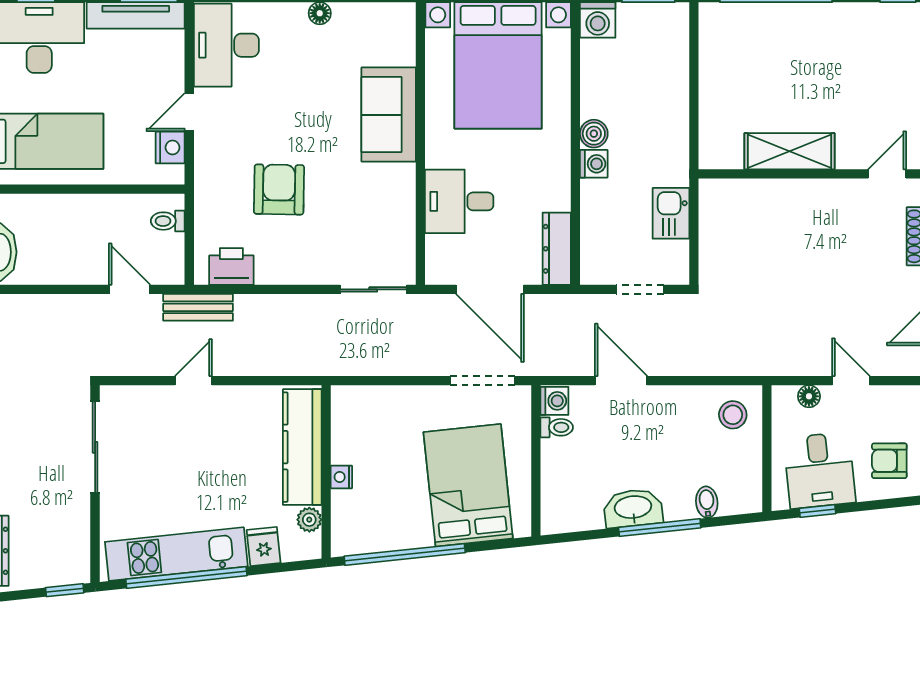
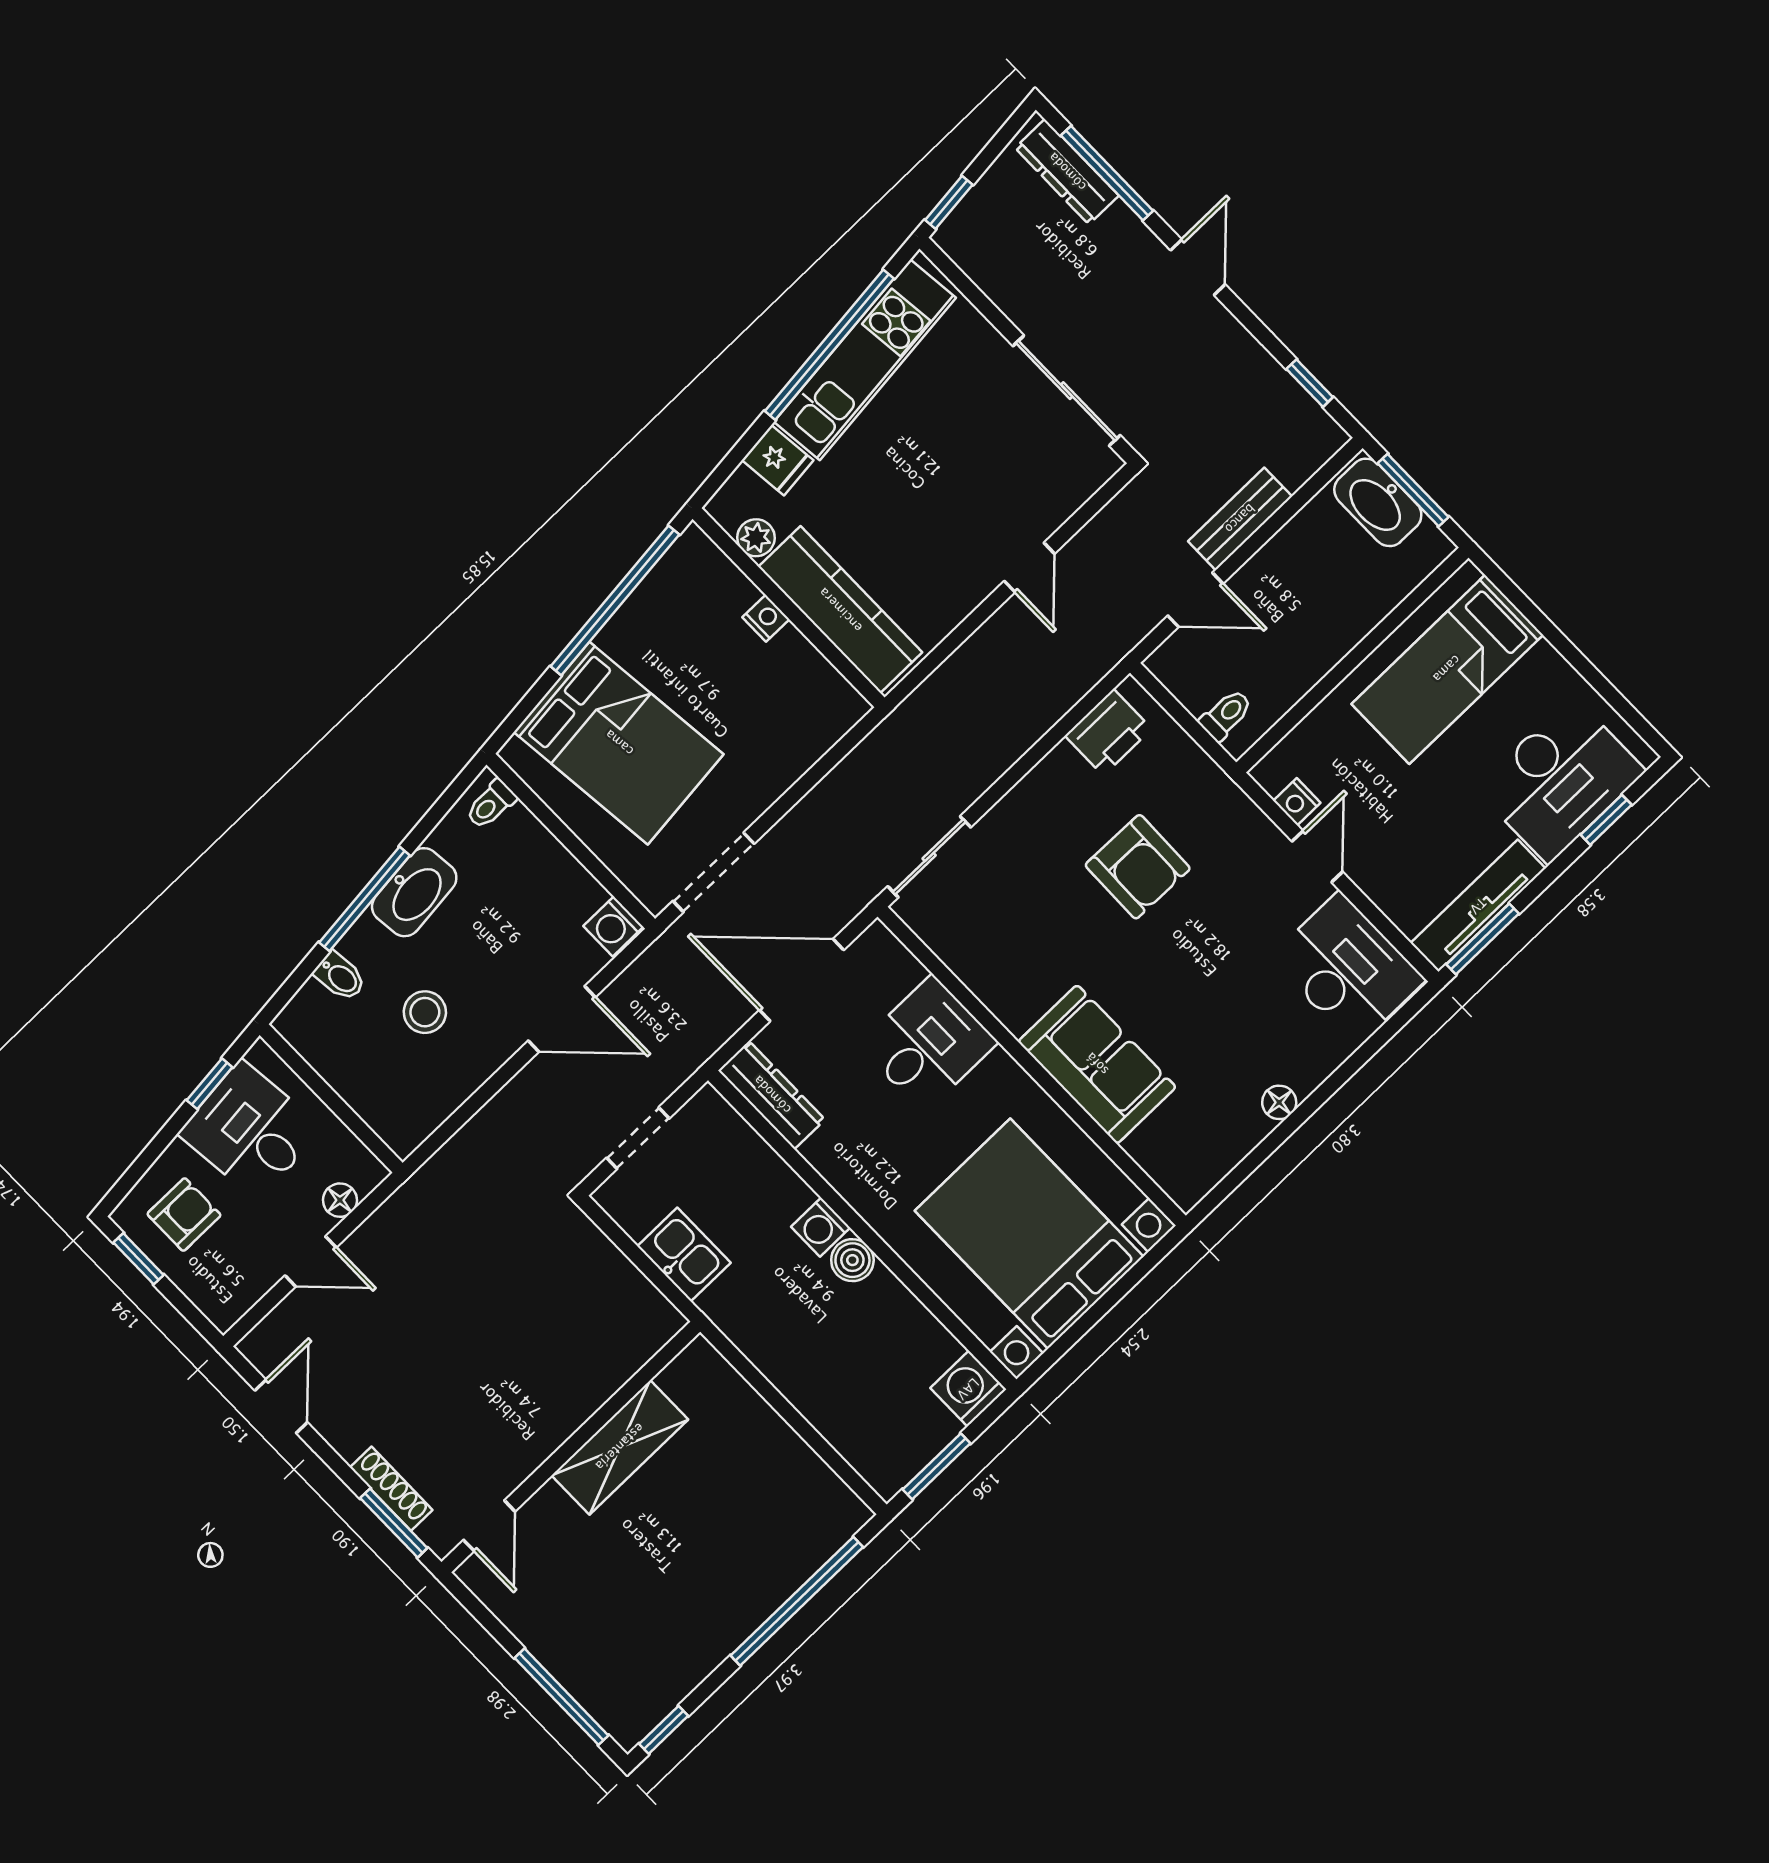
nightstand: (170, 147) -> (1297, 802), width x0.72, depth x0.74
bench: (198, 307) -> (1240, 519), moved
stool: (733, 415) -> (425, 1012), moved
toilet: (557, 427) -> (491, 804), moved

